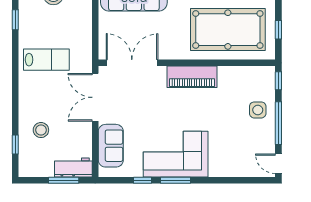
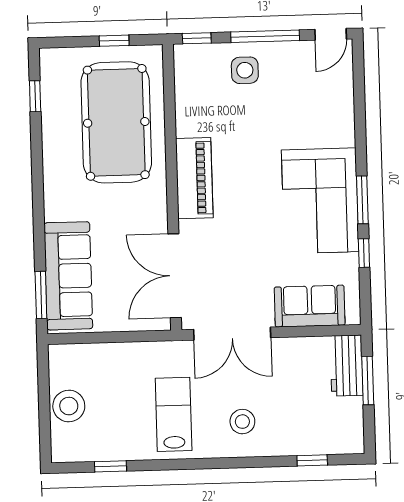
stool: (41, 130) -> (242, 422), moved

